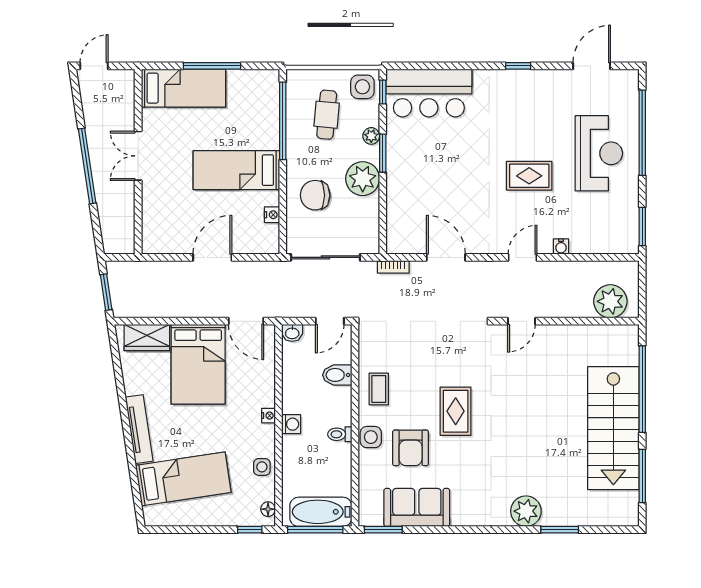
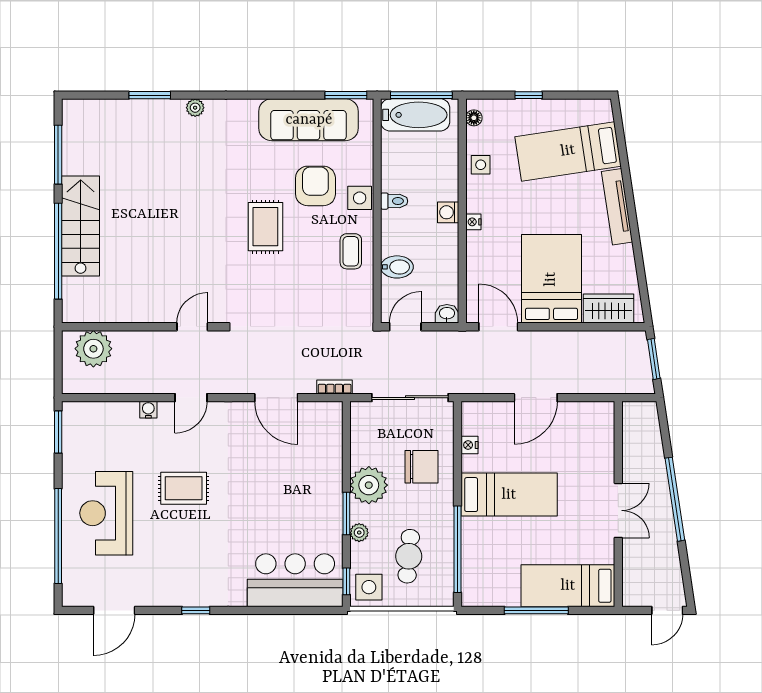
stairs: (613, 428) -> (81, 226), width x0.73, depth x0.66
sofa: (417, 507) -> (309, 120), width x1.36
plant: (526, 511) -> (195, 108), width x0.53, depth x0.53
window: (250, 530) -> (529, 95), moved

